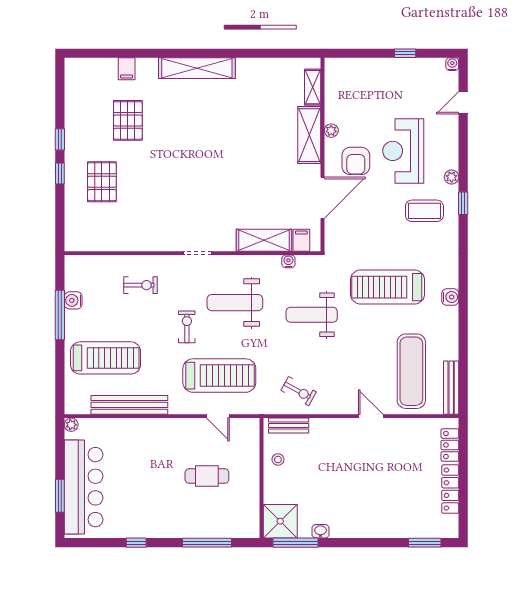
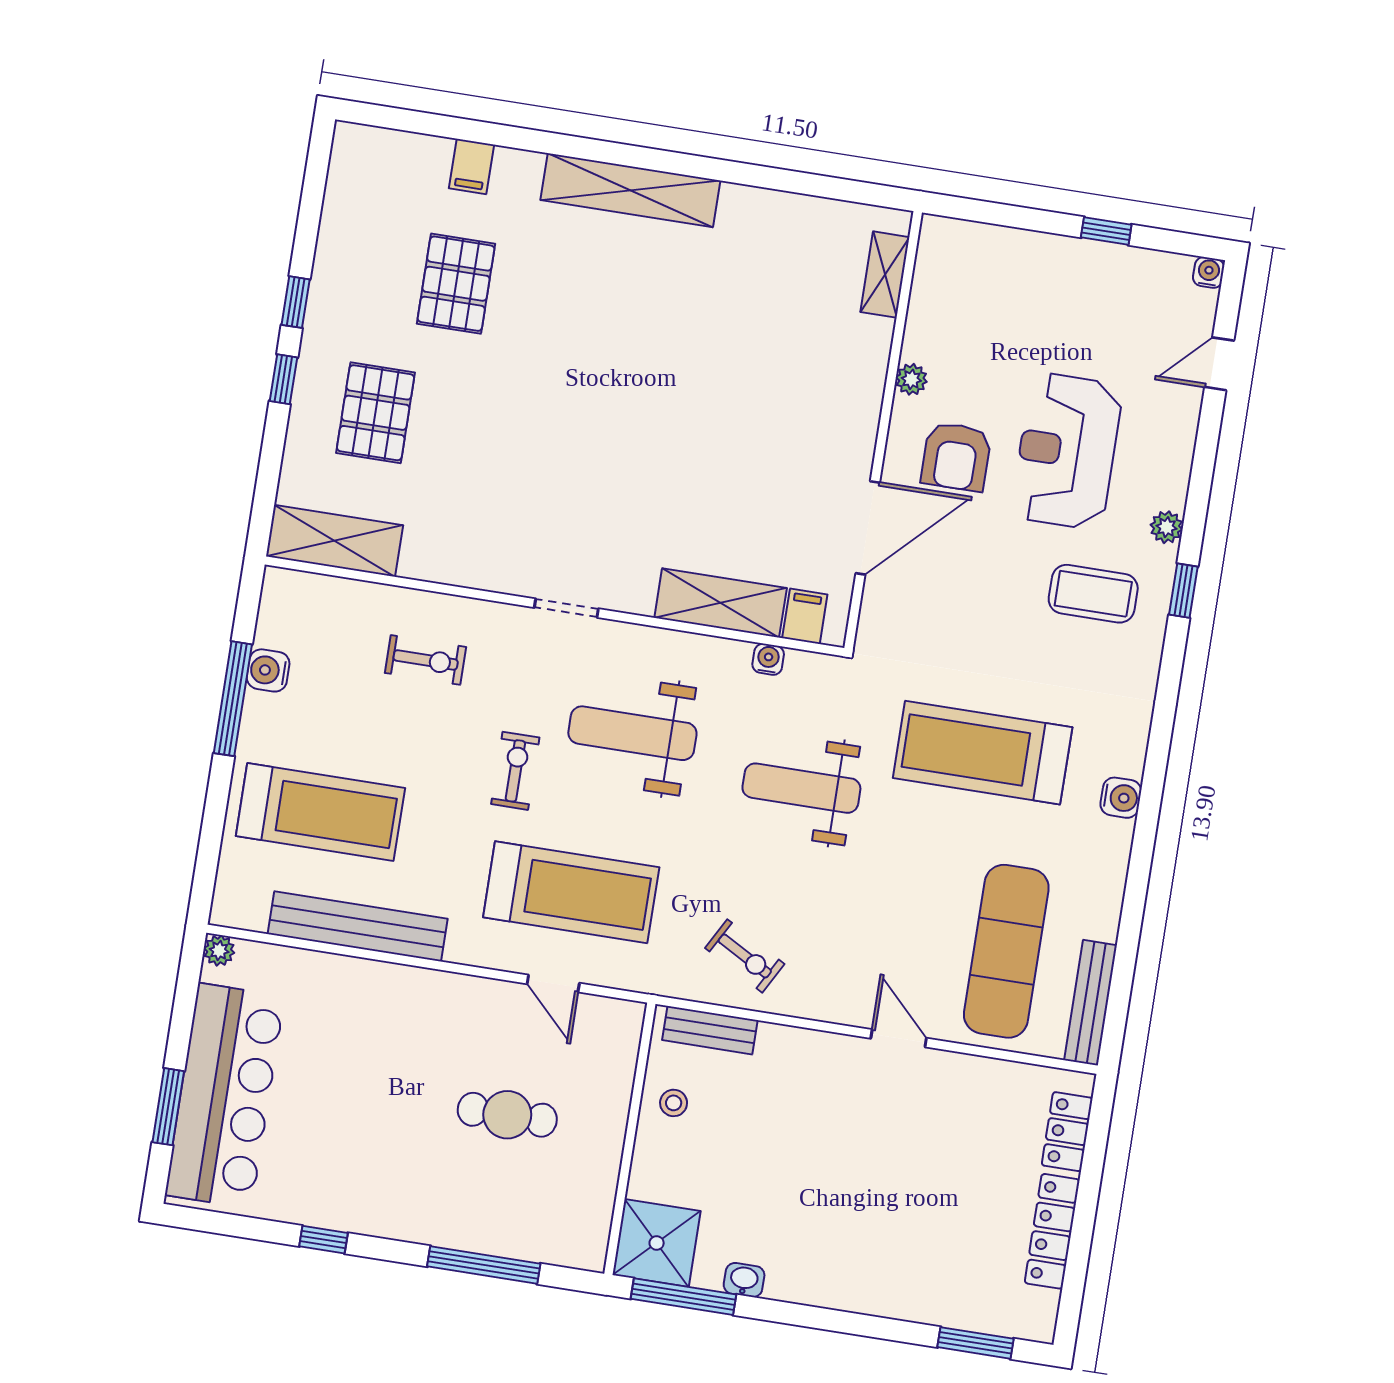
shelving: (309, 135) -> (334, 541), moved, turned 90

